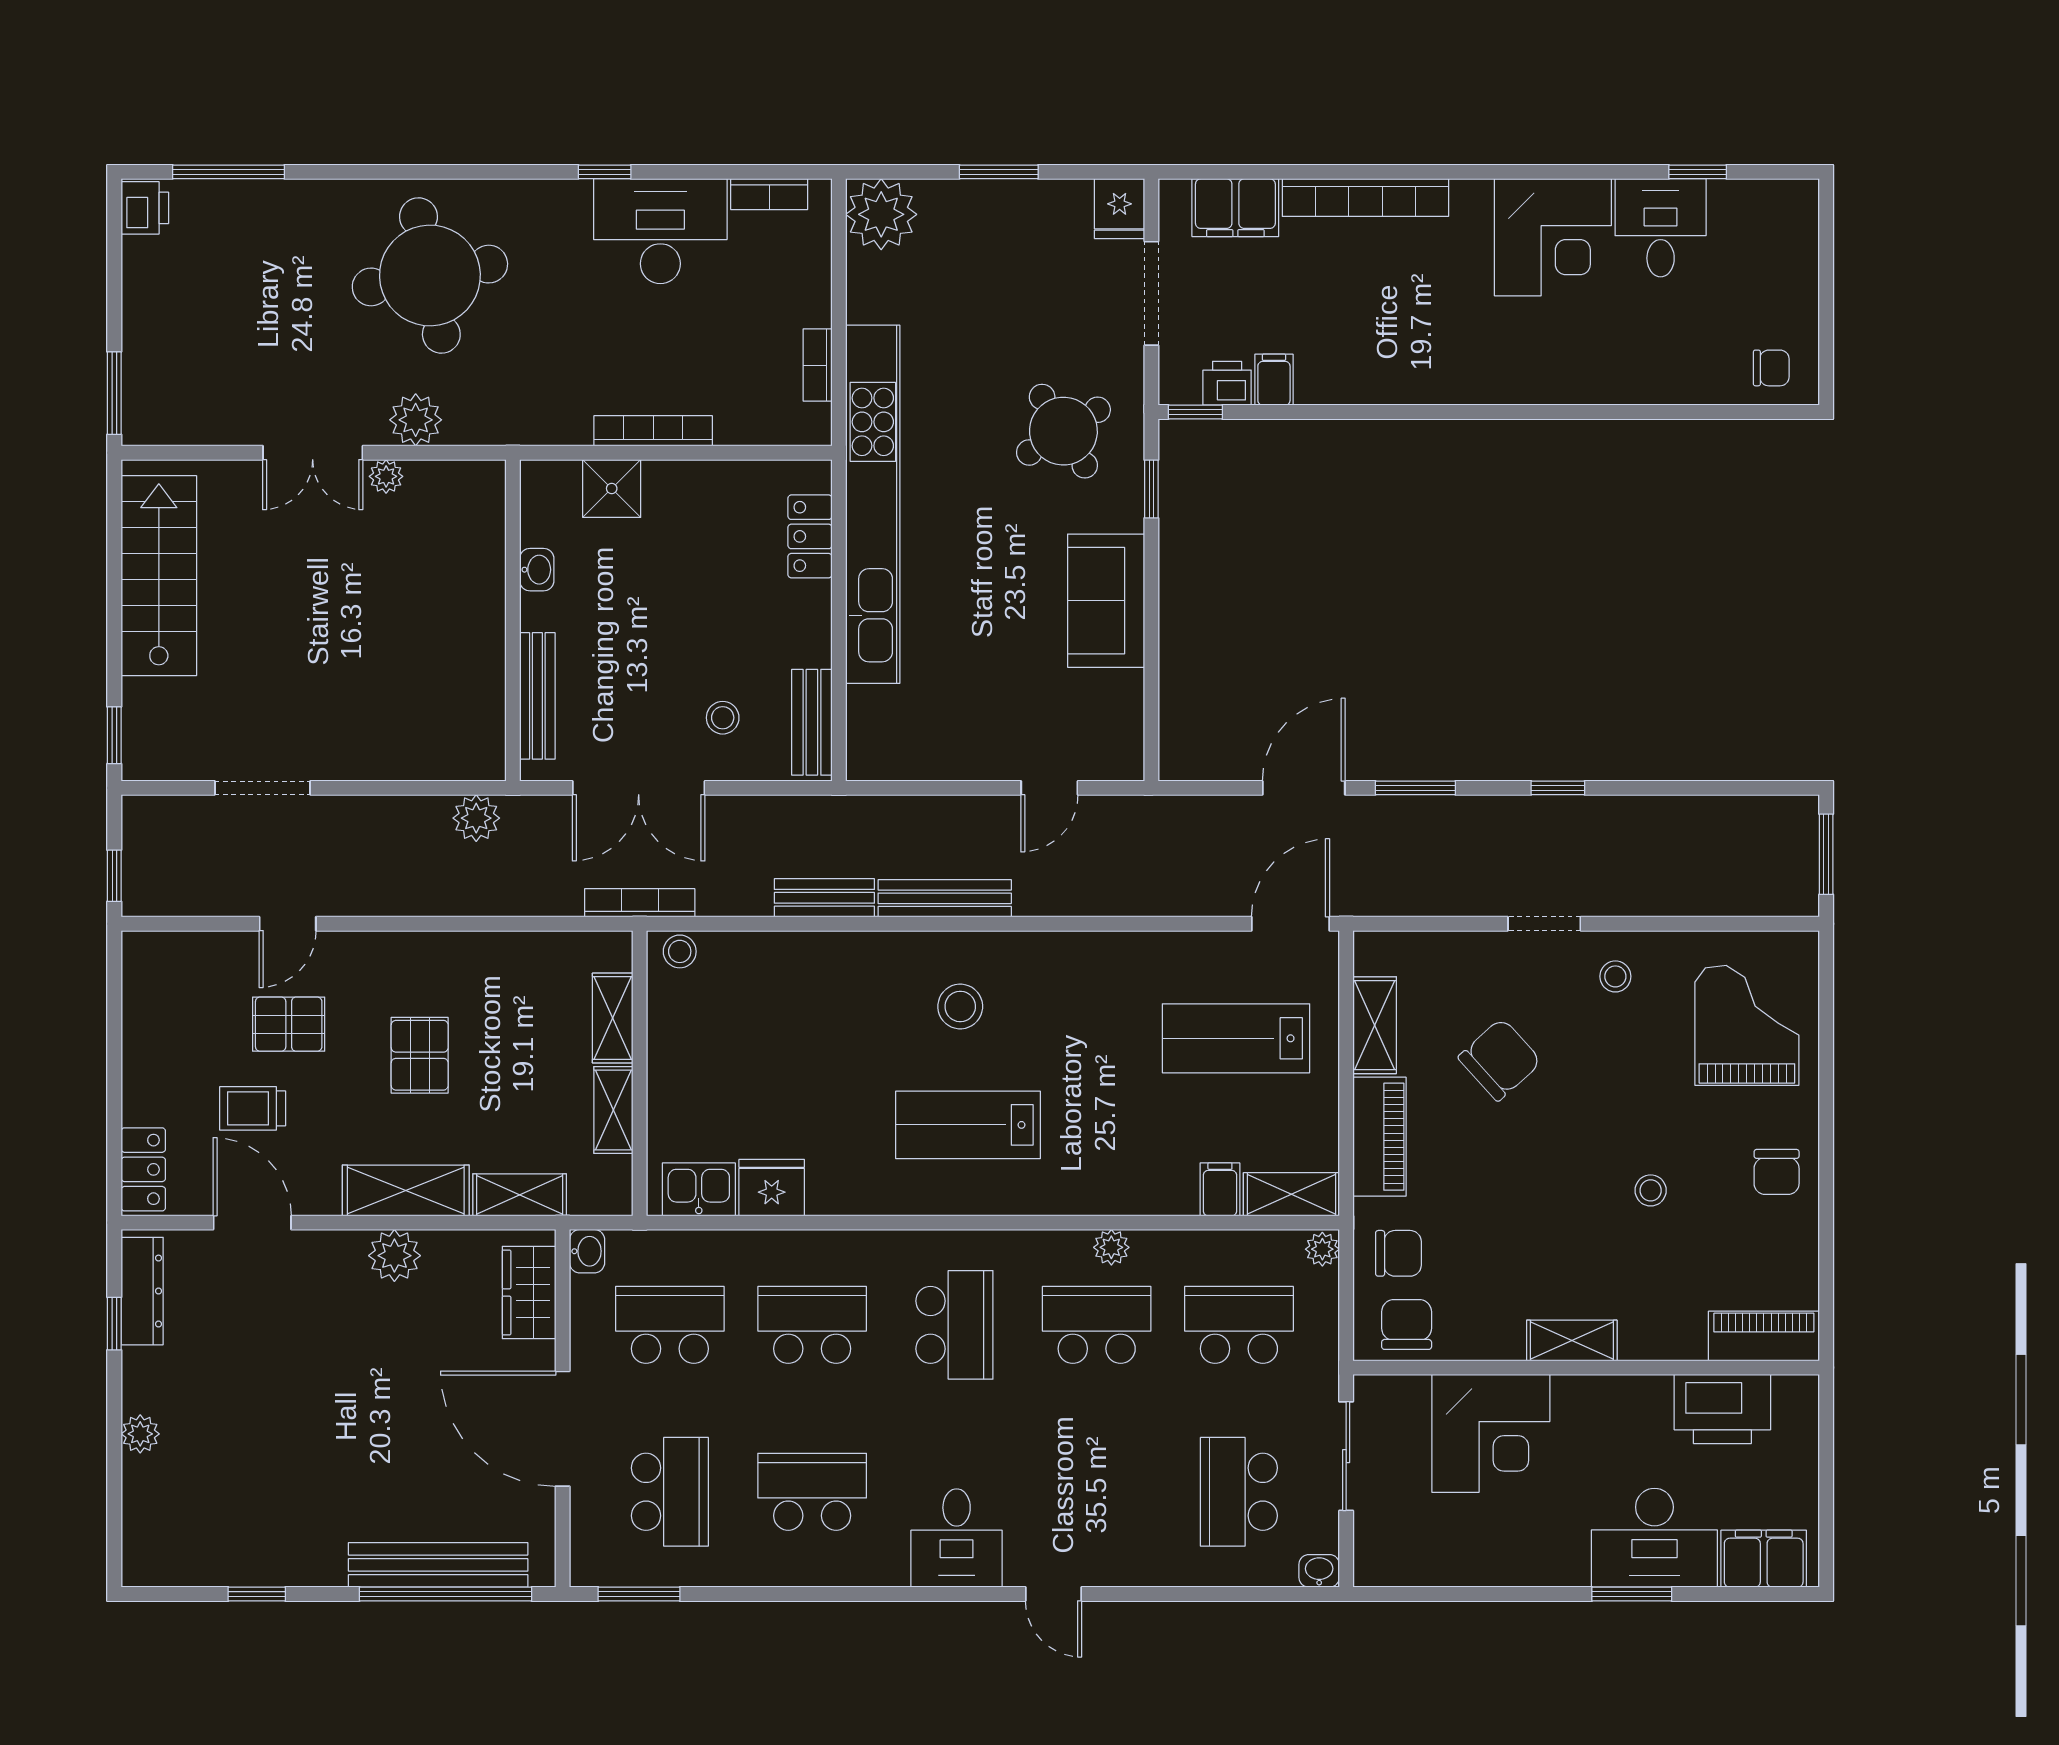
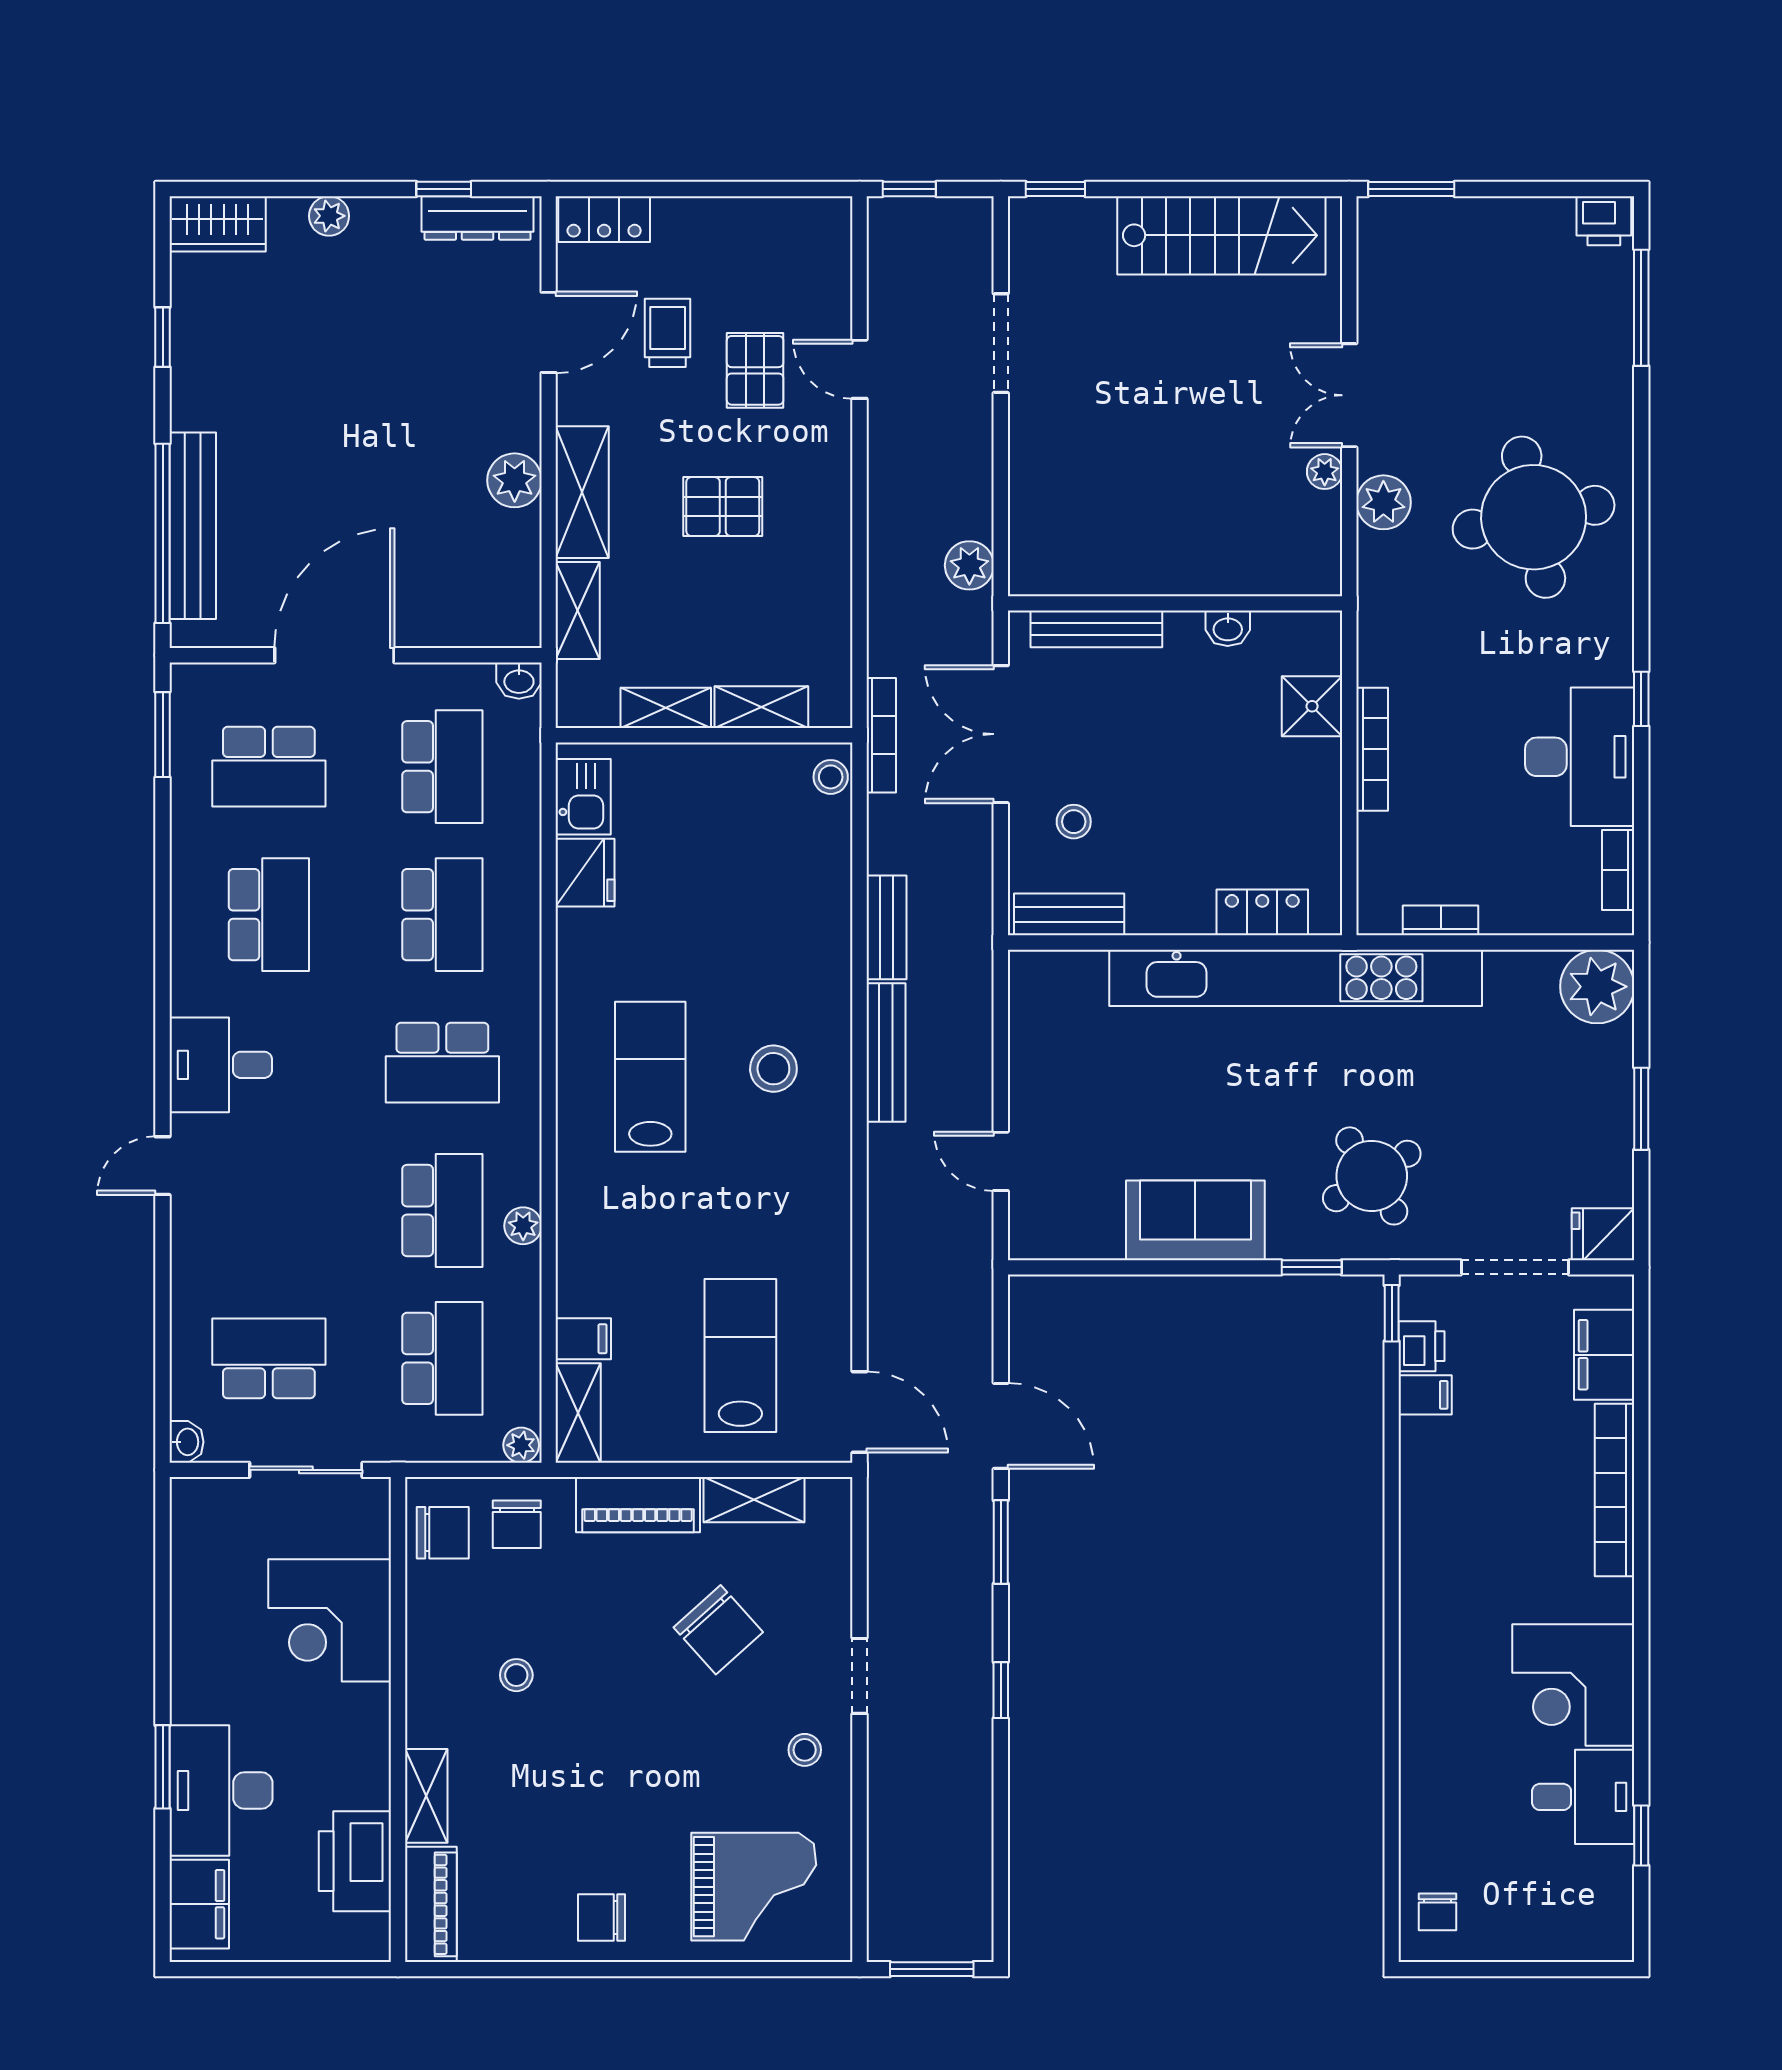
stool: (1651, 1190) -> (516, 1675), moved
wardrobe: (529, 1292) -> (218, 224), moved, turned 180
shelving: (1572, 1340) -> (426, 1796), moved

